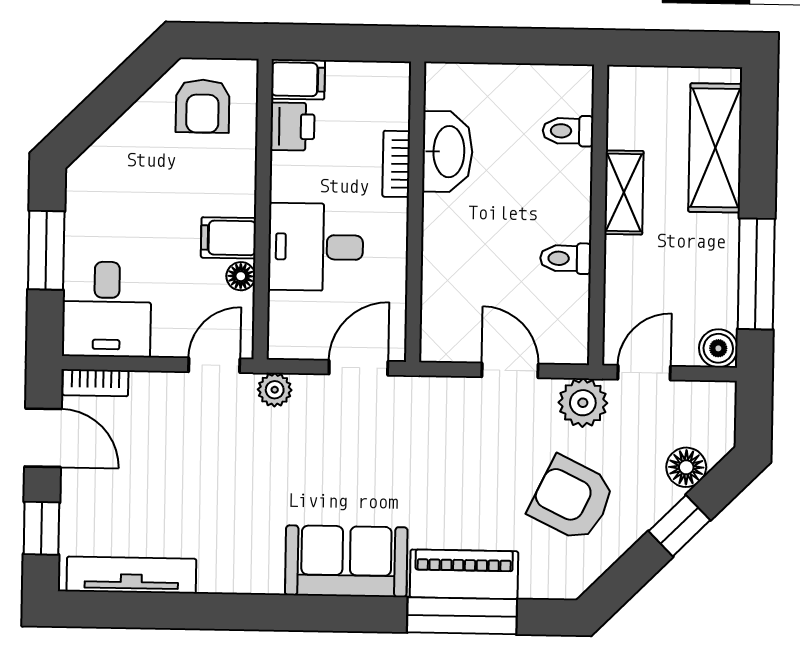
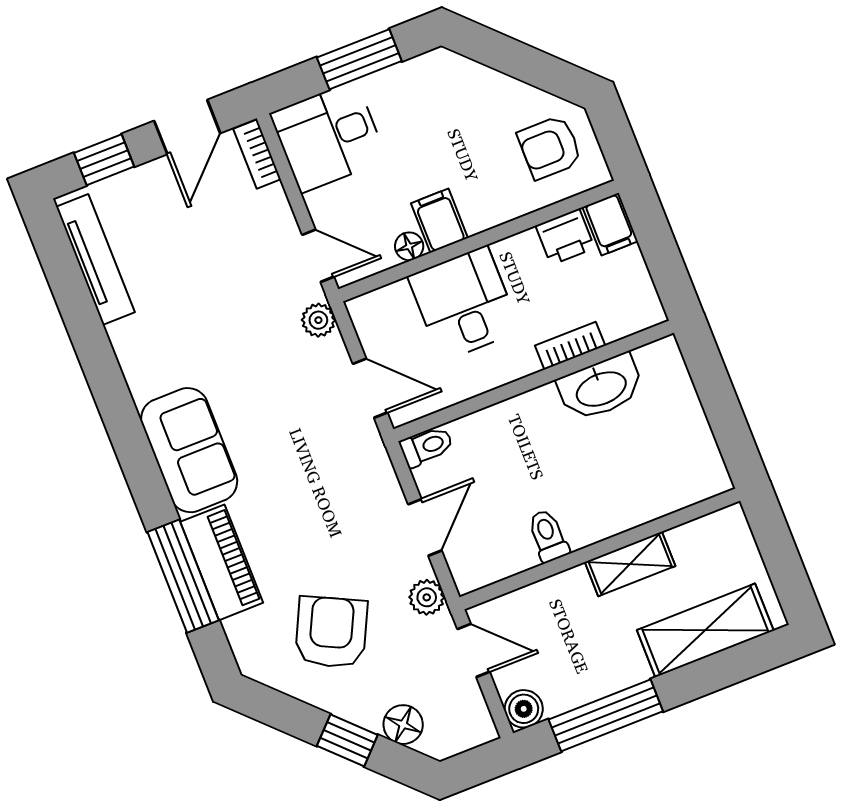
toilet: (568, 131) -> (427, 446), moved, turned 90
plant: (583, 403) -> (427, 597), width x0.73, depth x0.73

